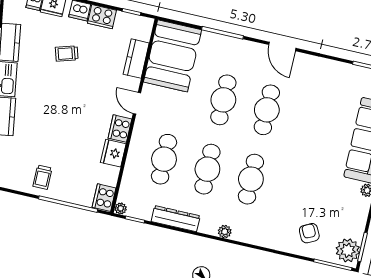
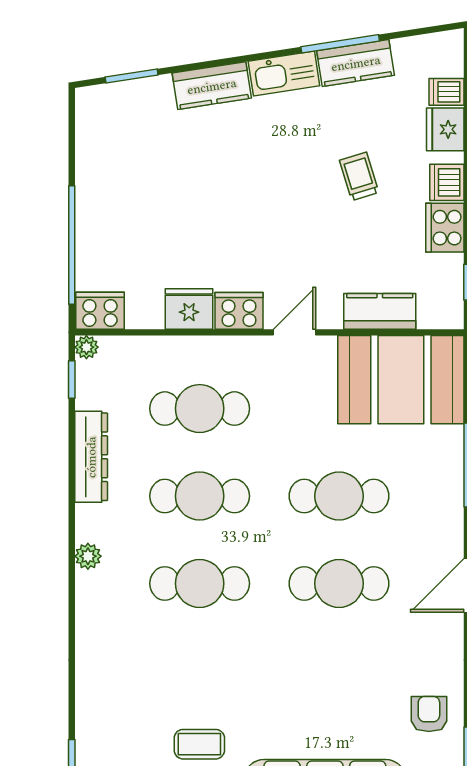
trolley: (42, 177) -> (112, 184), removed
coffee table: (331, 198) -> (199, 744), added
armchair: (309, 233) -> (429, 714), moved, turned -63

